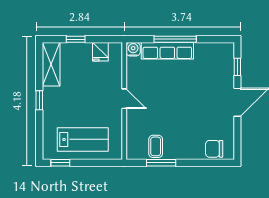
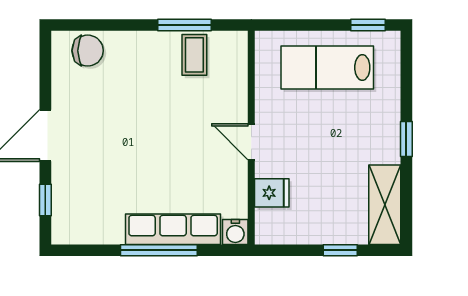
fridge: (100, 52) -> (272, 193), moved, turned 90

